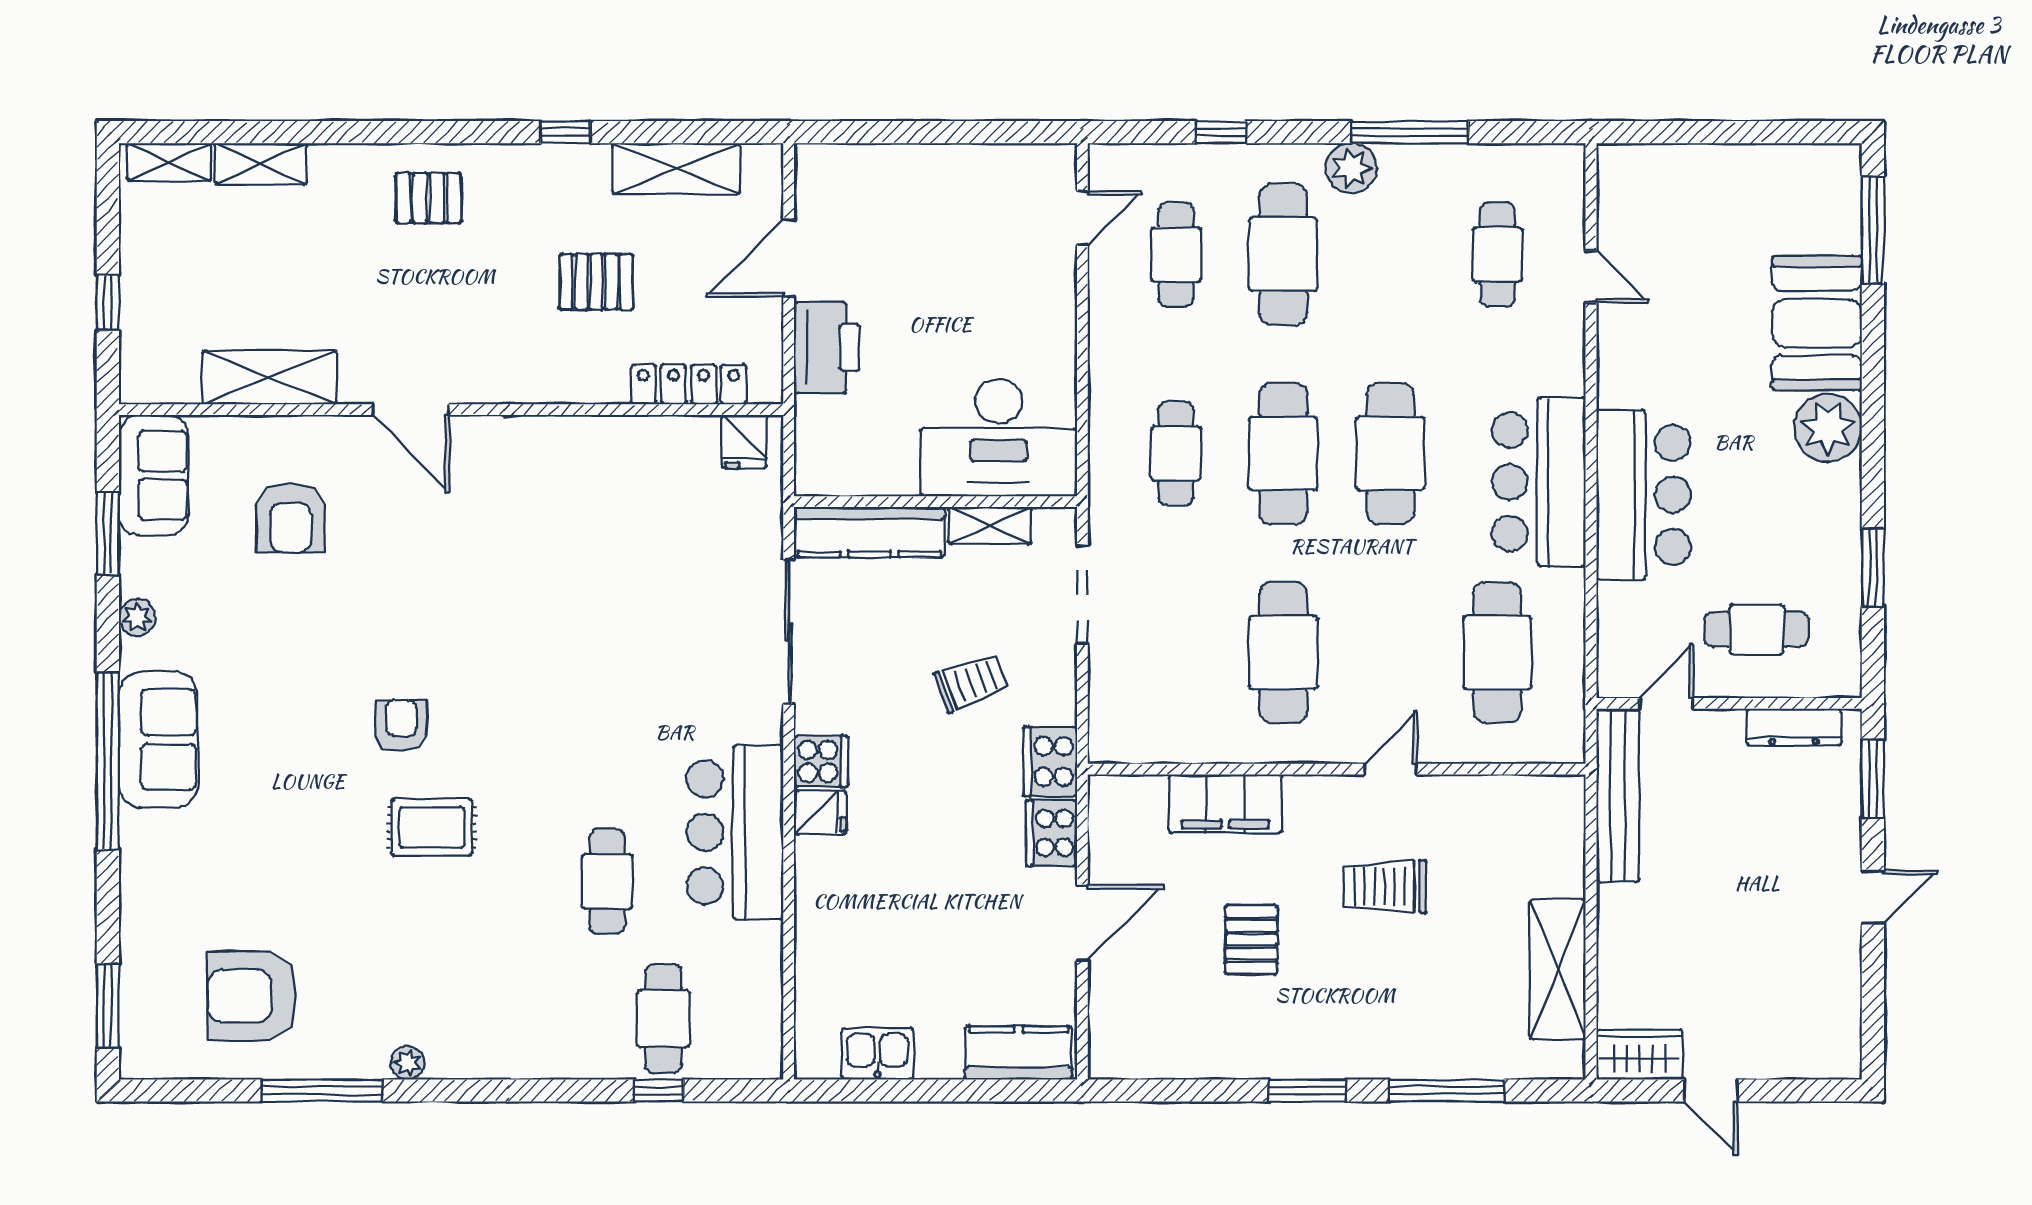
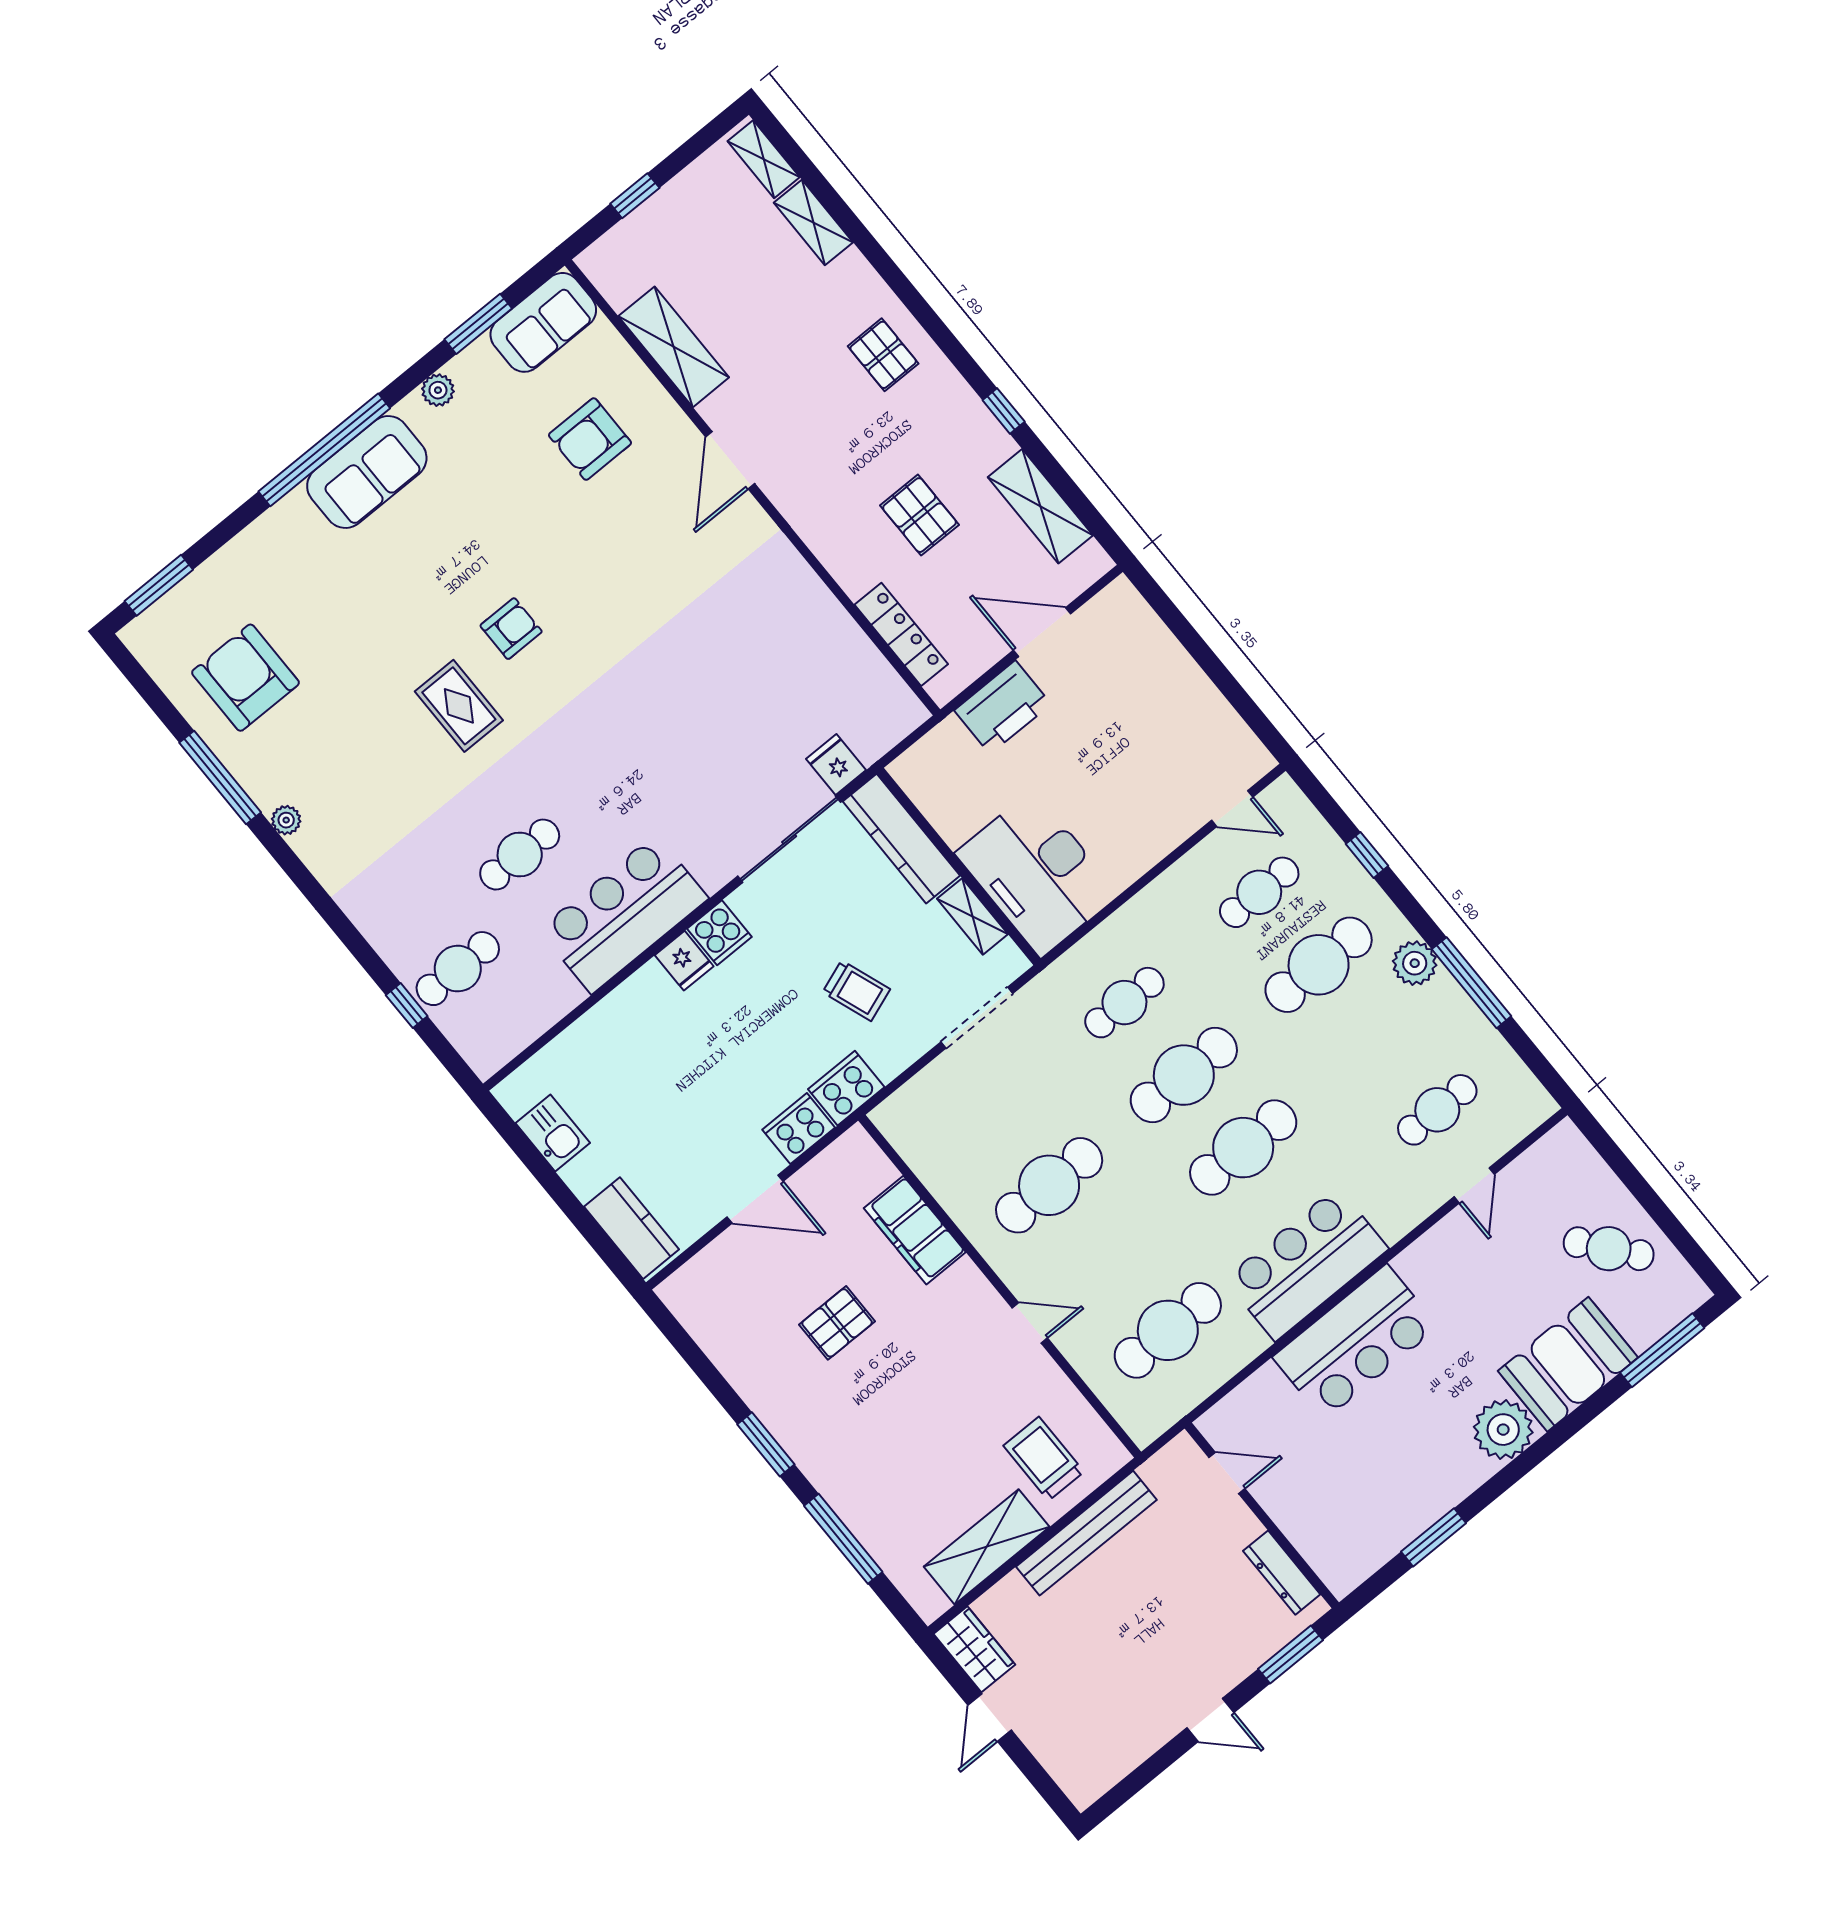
fridge: (744, 442) -> (836, 764), moved, turned 90
cafe table: (1757, 629) -> (1609, 1249), moved, turned -39
bench: (1618, 796) -> (1086, 1533), moved
trolley: (1385, 887) -> (1044, 1459), moved

